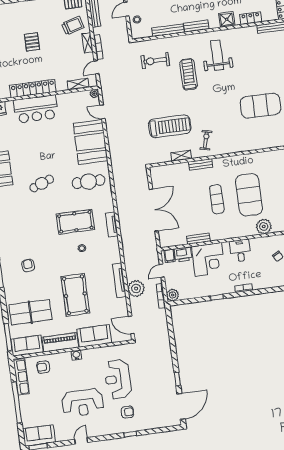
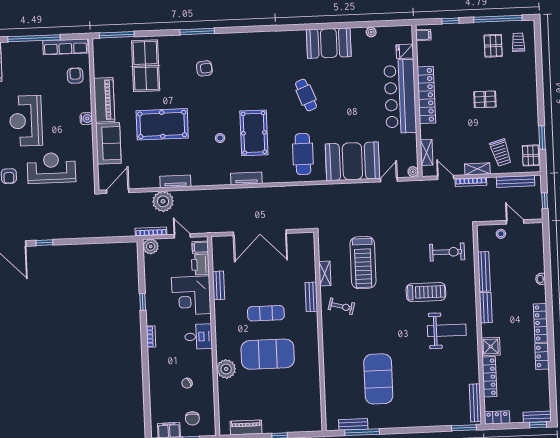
locker: (251, 18) -> (489, 377), width x1.53
exercise bike: (155, 61) -> (447, 252), turned 90
bar counter: (36, 109) -> (400, 96), width x1.36
tv unit: (119, 280) -> (175, 181), width x0.71
sofa: (27, 346) -> (104, 58), removed

